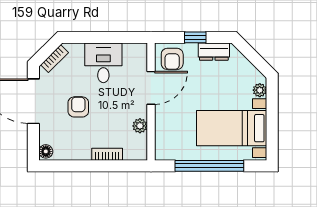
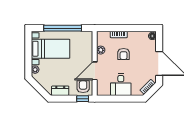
window: (195, 37) -> (83, 99), moved
armchair: (78, 107) -> (124, 54), moved

